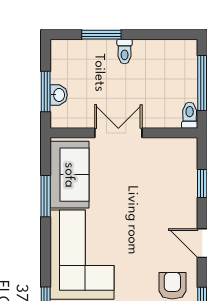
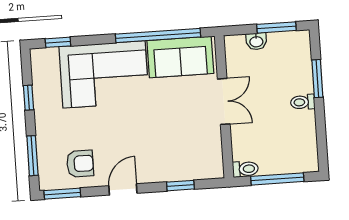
window: (46, 91) -> (276, 27), moved
window: (46, 196) -> (158, 35), width x2.11

